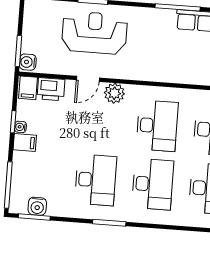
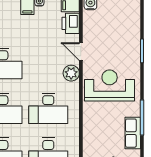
reception desk: (94, 33) -> (110, 86), moved, turned -90

